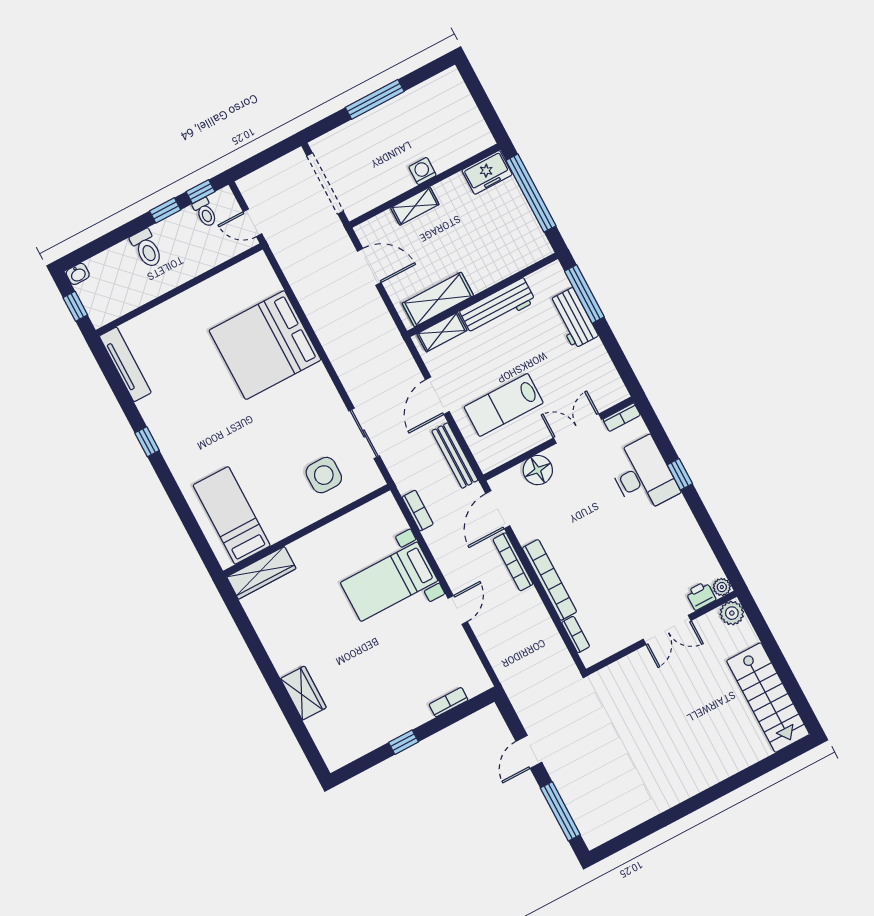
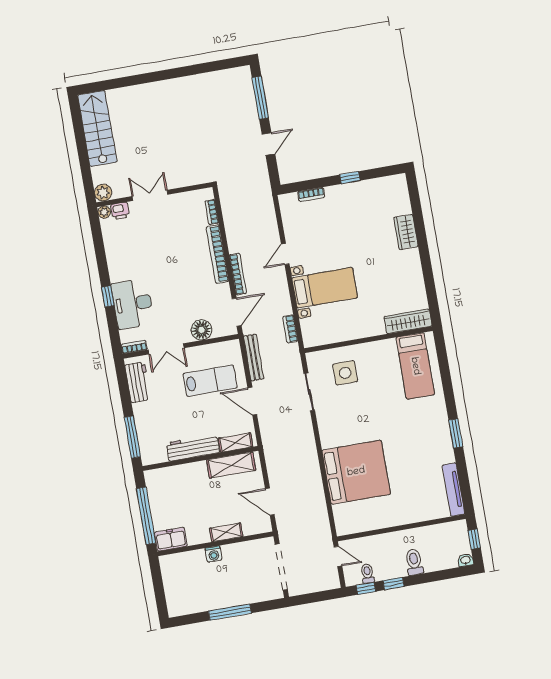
workbench: (573, 318) -> (138, 382), moved
door: (437, 396) -> (252, 401), swing flipped
window: (147, 442) -> (456, 433), width x1.50

